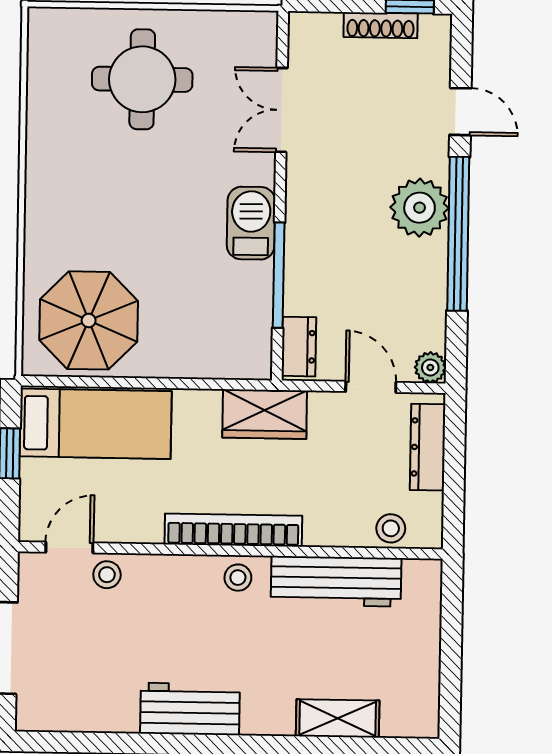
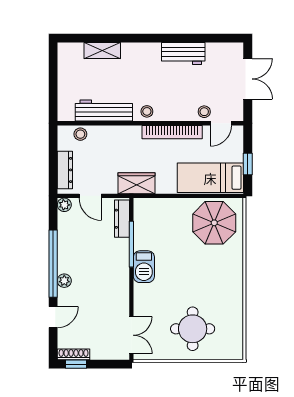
shoe rack: (381, 25) -> (74, 354), moved
double door: (281, 110) -> (131, 335), moved
door: (460, 112) -> (53, 317), swing flipped
plant: (420, 208) -> (64, 281), width x0.53, depth x0.53
dresser: (299, 347) -> (122, 219), width x1.44
bookcase: (233, 530) -> (172, 132), moved
workbench: (190, 709) -> (183, 54), moved

